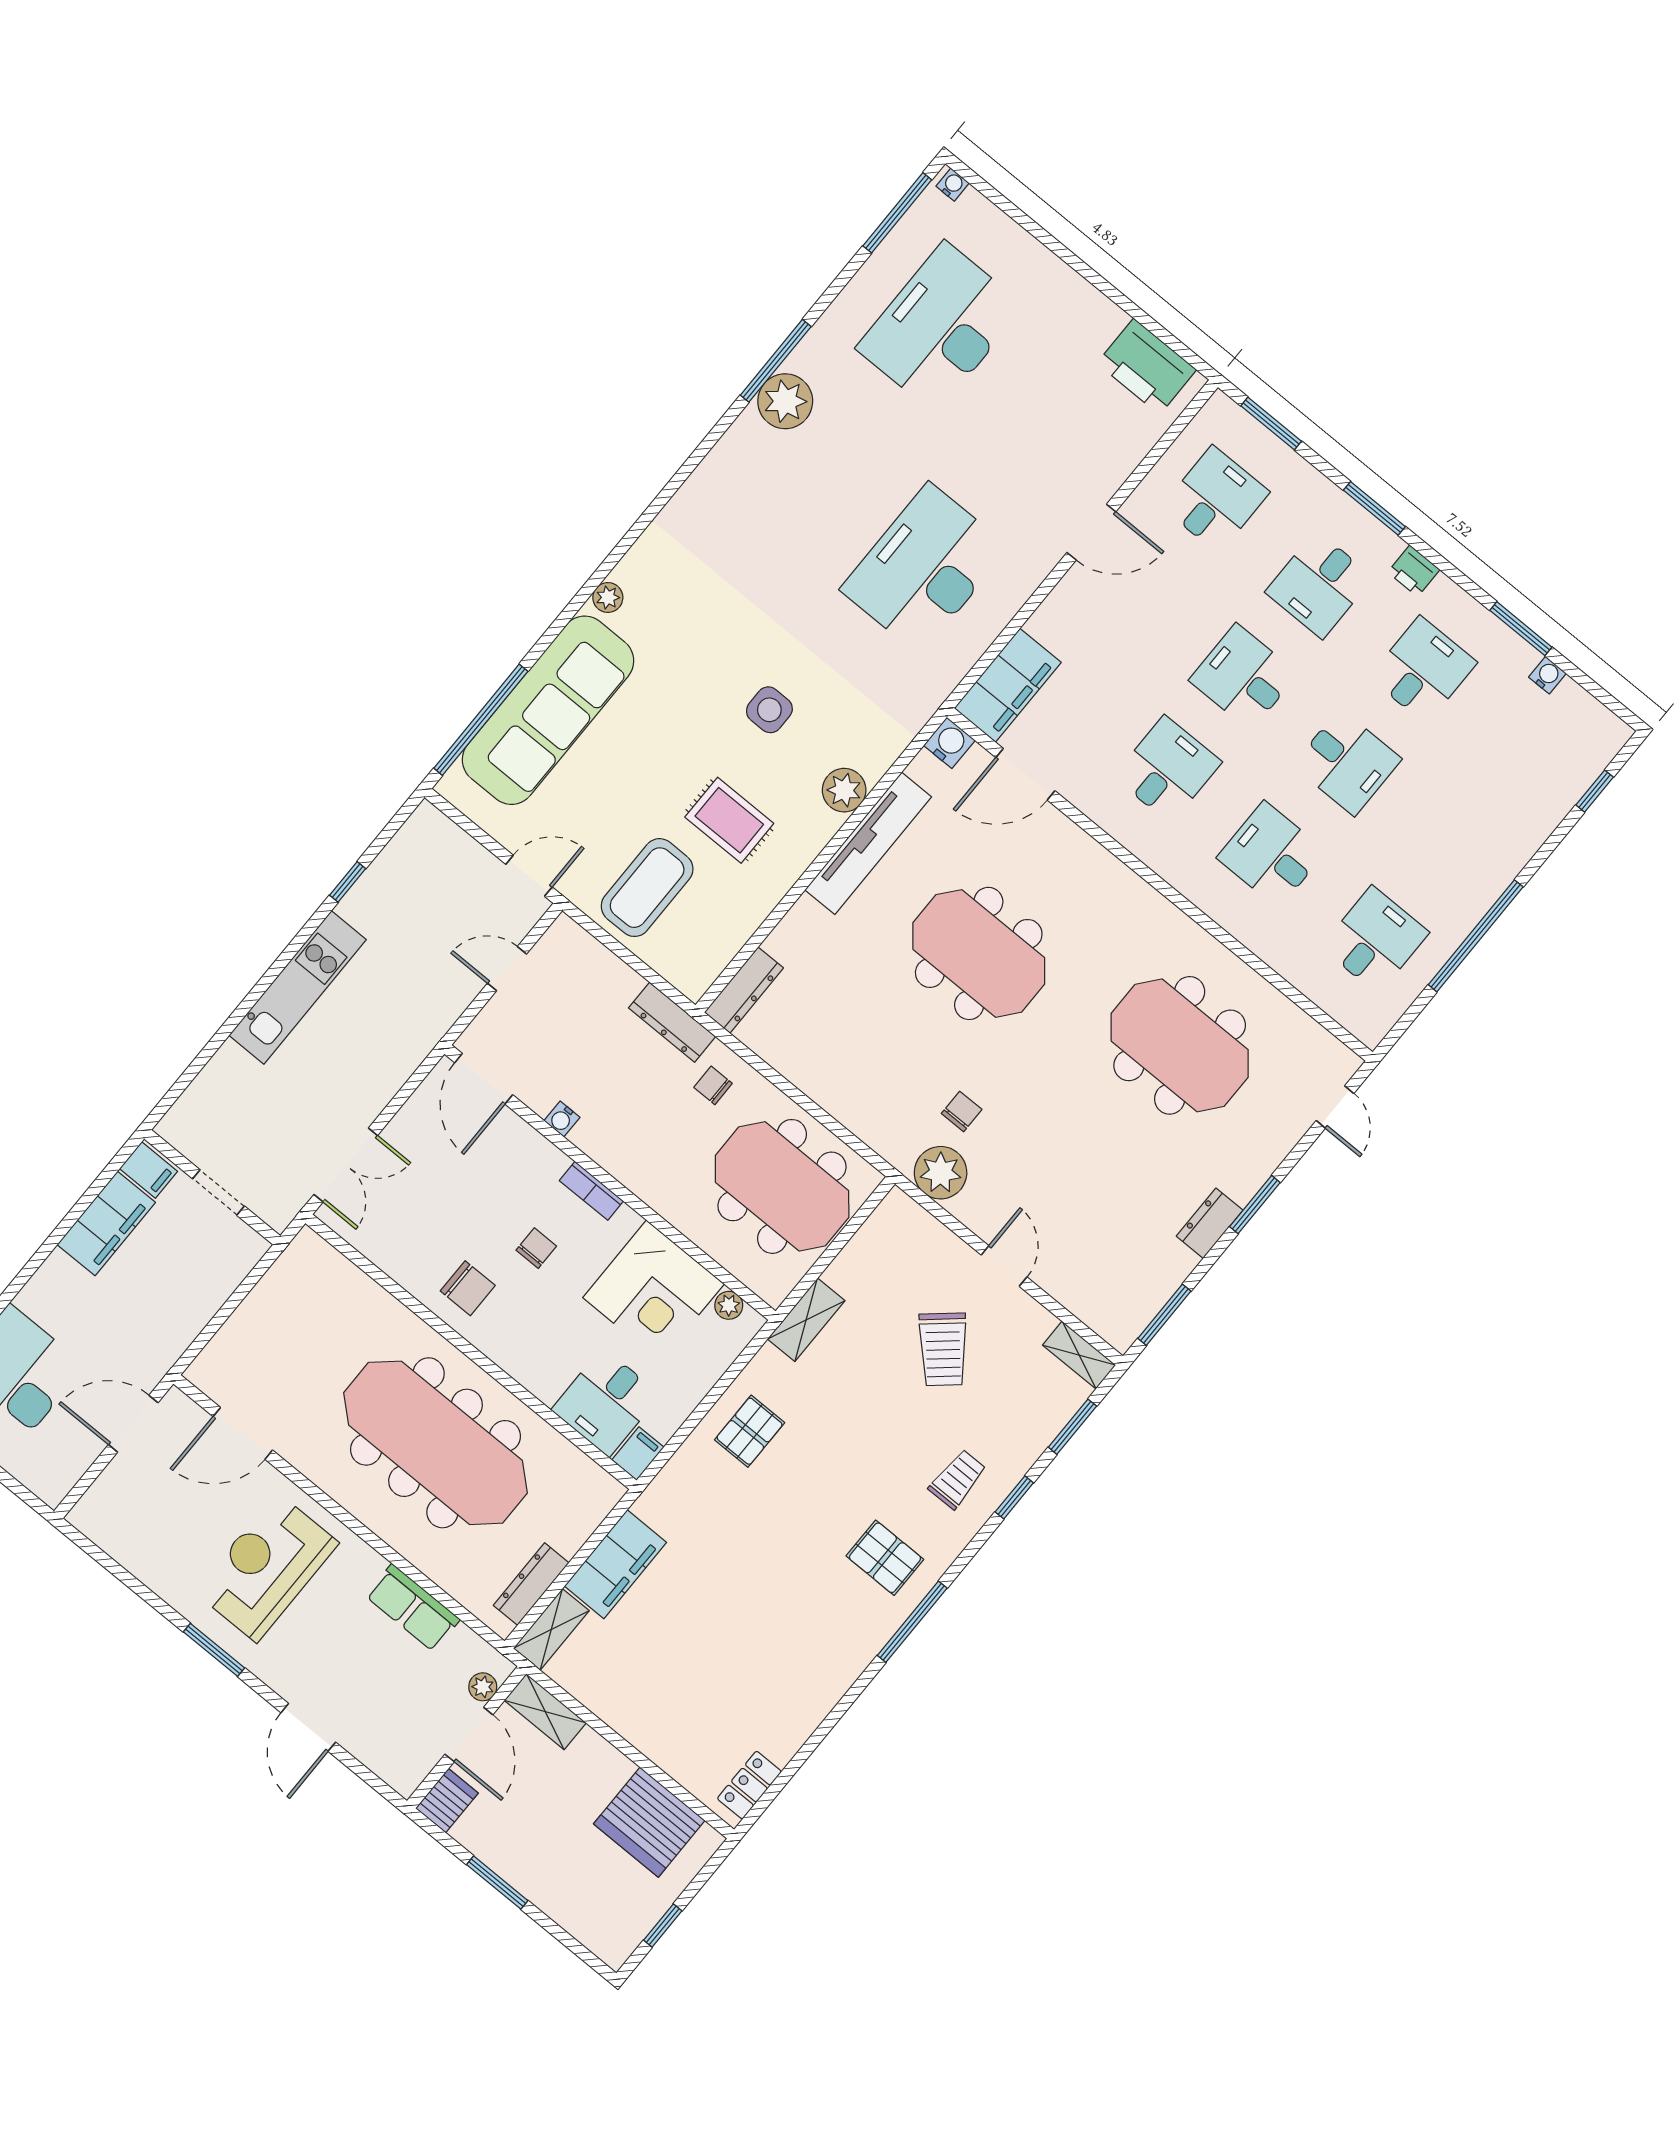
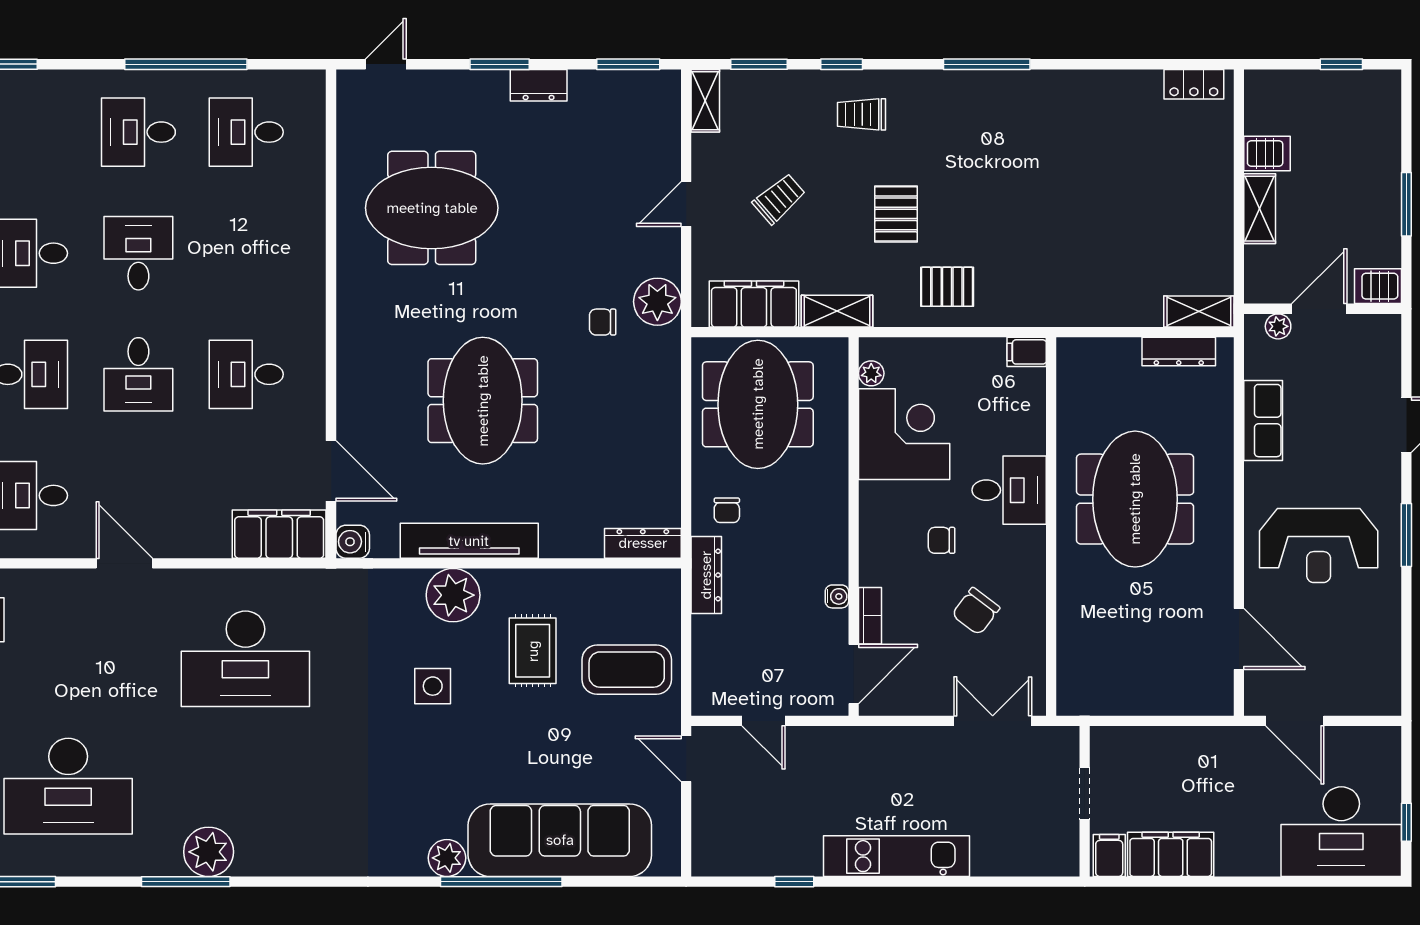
plant: (608, 598) -> (447, 858), width x1.38, depth x1.38
window: (481, 720) -> (501, 882), moved
plant: (844, 790) -> (453, 595), width x1.36, depth x1.36
desk: (1271, 855) -> (138, 132), moved, turned 90
meeting table: (1180, 1045) -> (432, 208), turned 90
bookcase: (591, 1191) -> (870, 616), moved
chair: (468, 1288) -> (976, 611), moved, turned -143
trolley: (943, 1349) -> (779, 199), width x0.73, depth x0.72
desk: (606, 1402) -> (1009, 490), moved
meeting table: (436, 1443) -> (1135, 499), width x0.73
pallet: (885, 1558) -> (896, 214), moved
filing cabinet: (615, 1564) -> (754, 304), moved
shelving: (545, 1712) -> (1260, 209), moved
server rack: (649, 1822) -> (1267, 153), width x0.46, depth x0.70

